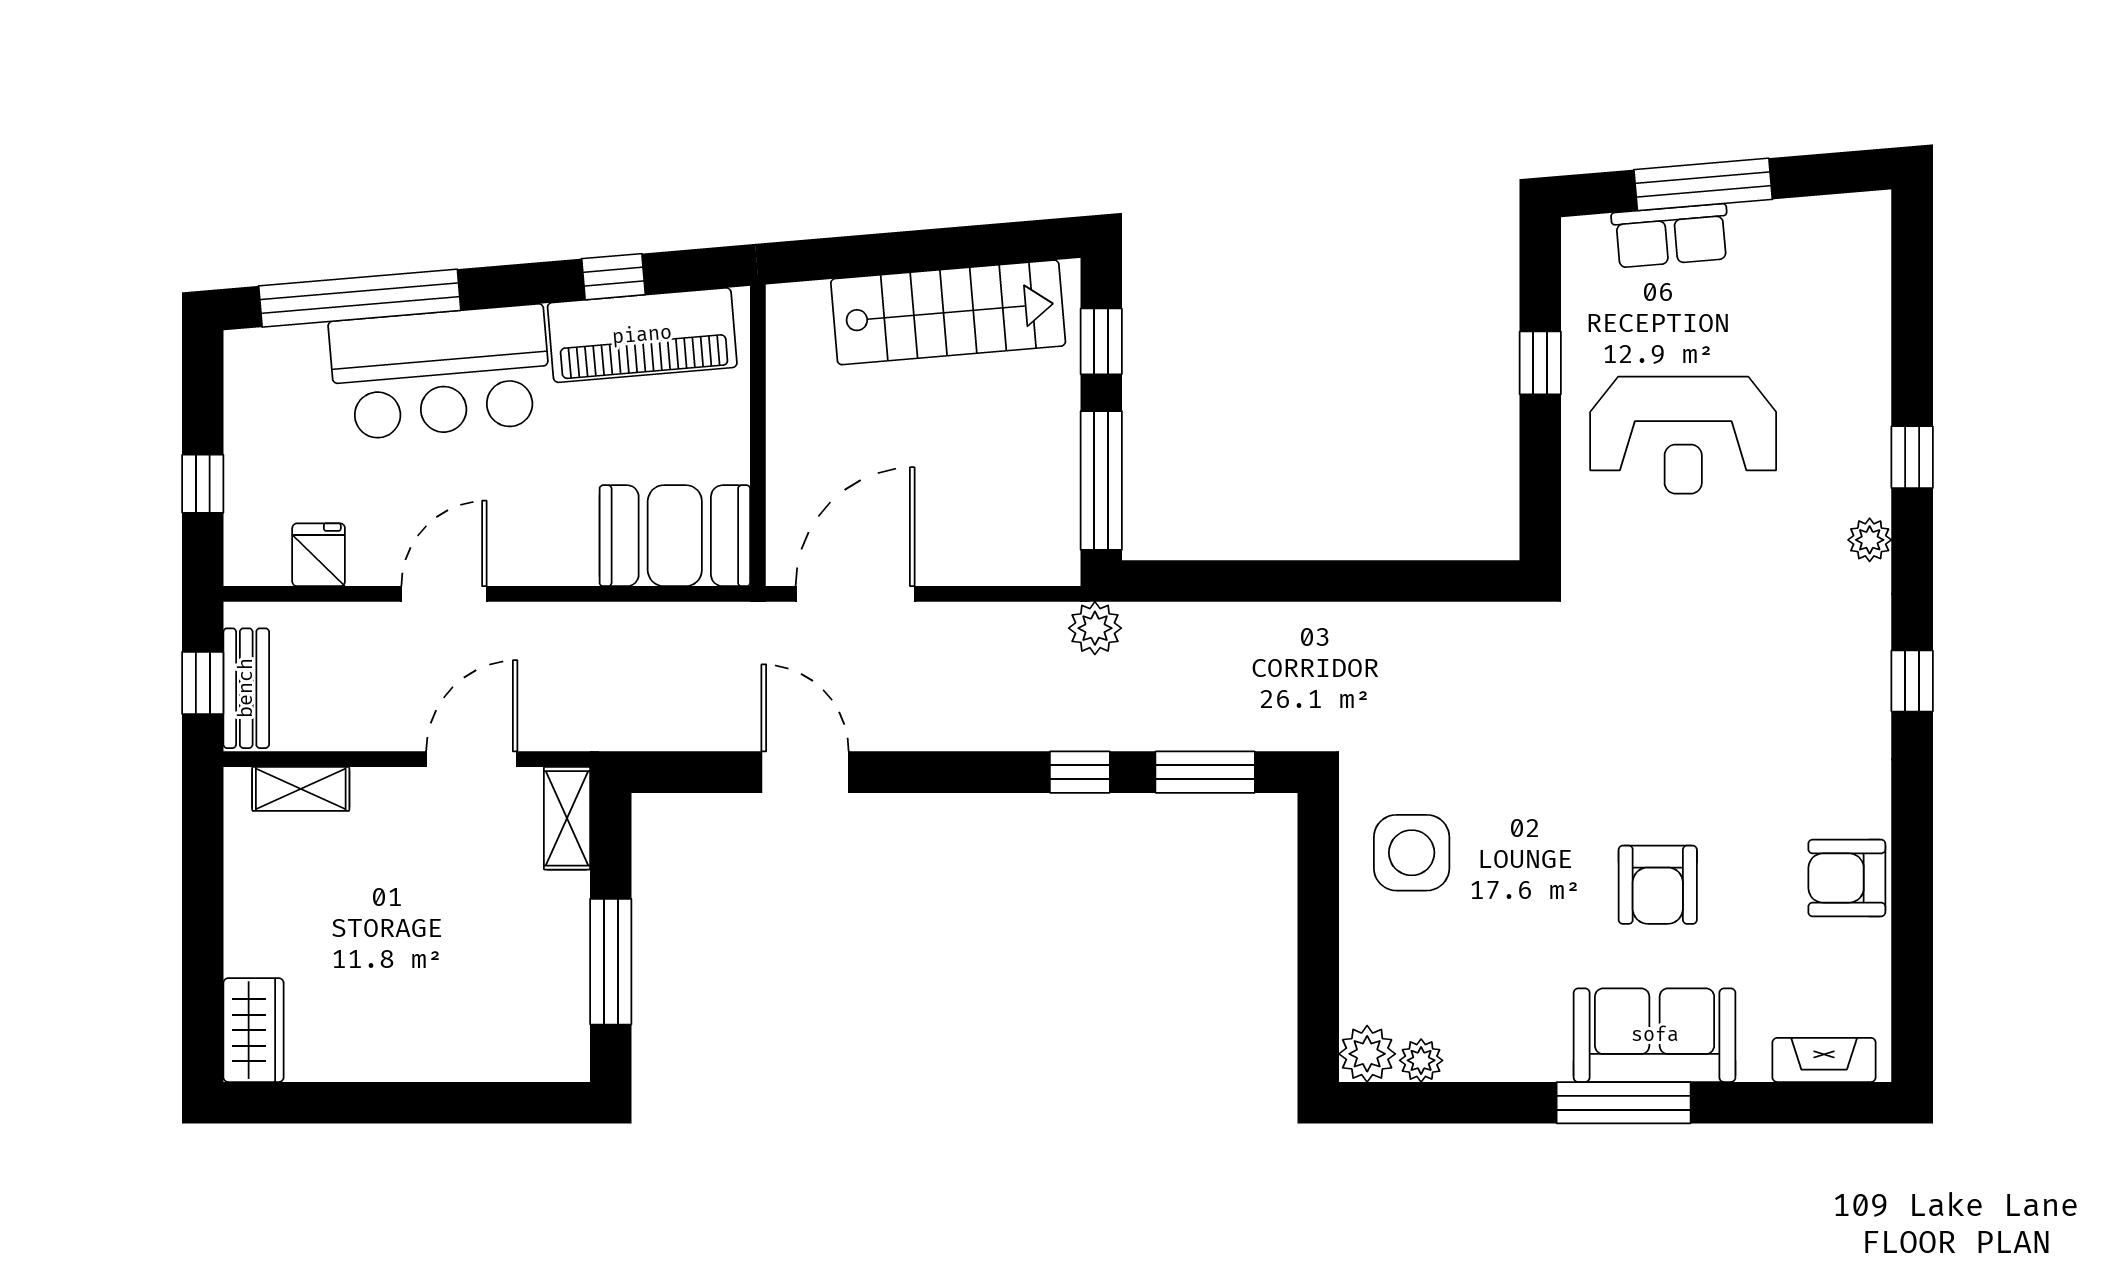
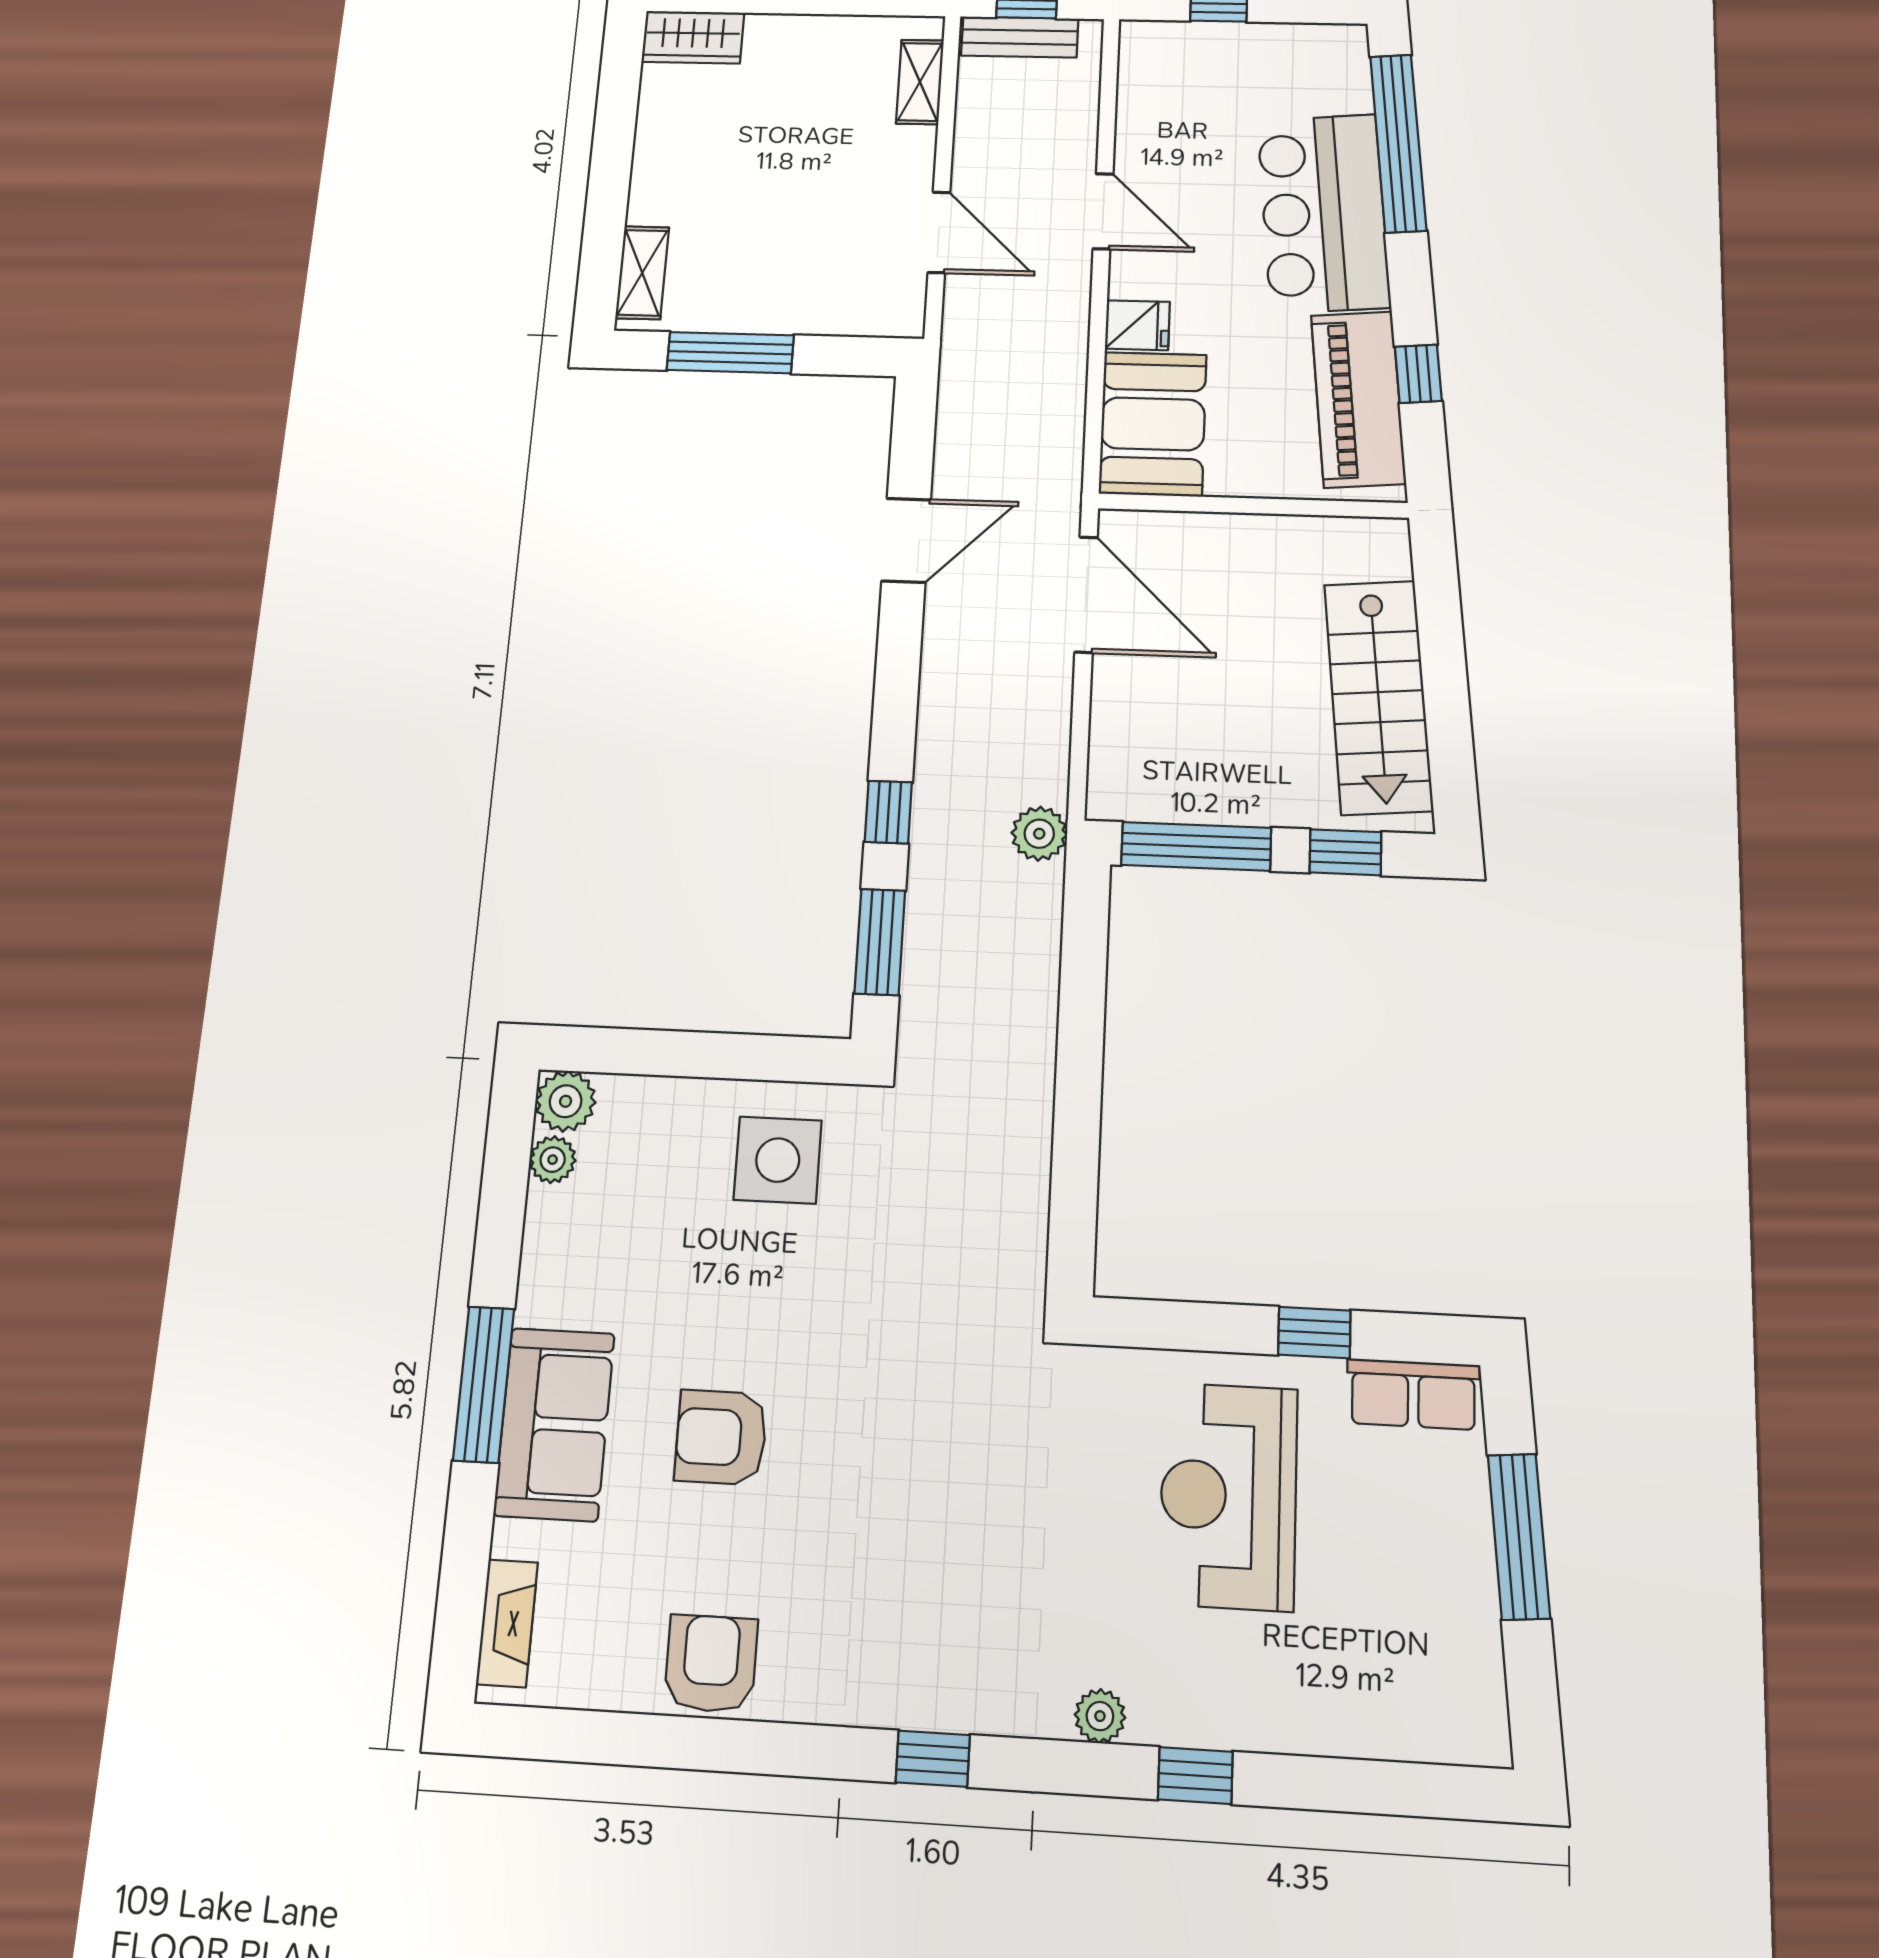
row of seats: (1671, 236) -> (1413, 1394), moved, turned -85
fridge: (319, 555) -> (1137, 325), moved
shelving: (567, 818) -> (642, 273), moved, turned 90

